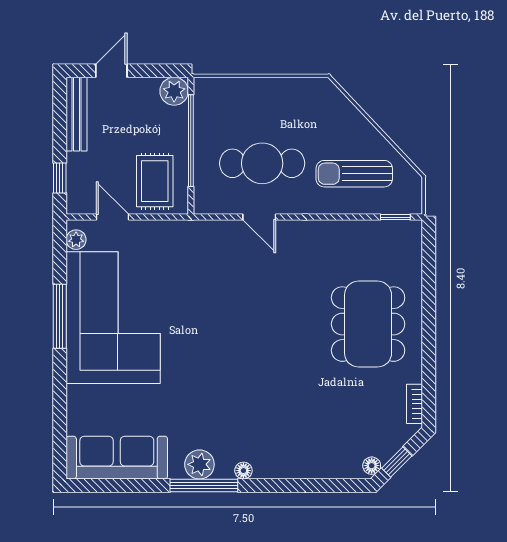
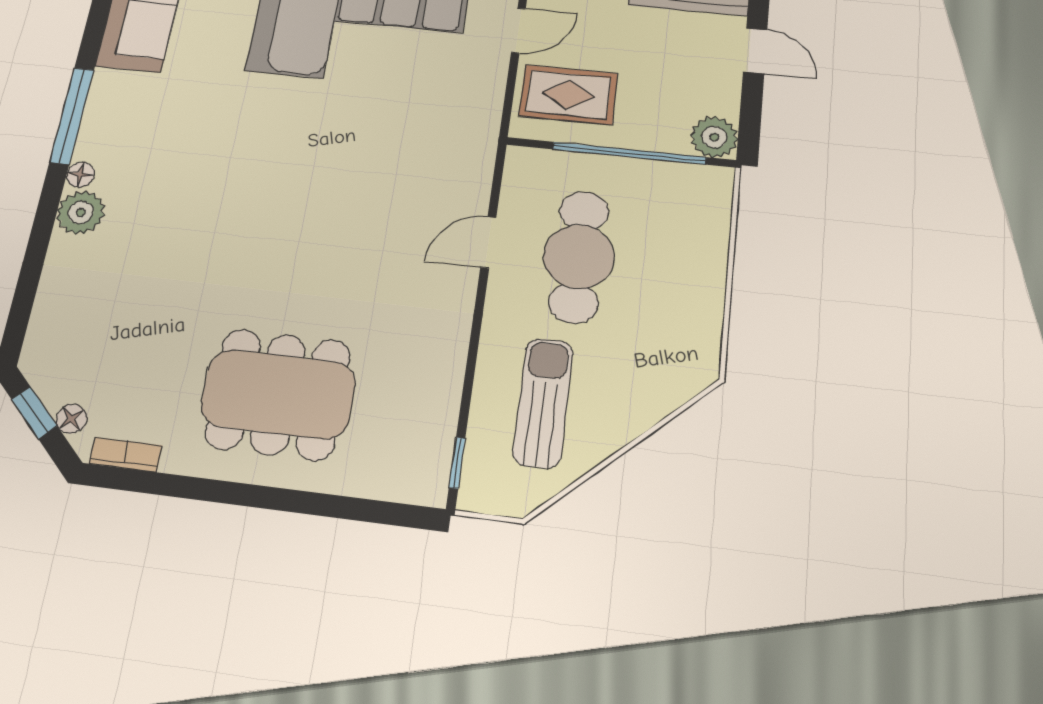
plant: (199, 464) -> (81, 213), moved
floor lamp: (372, 466) -> (71, 419), moved

